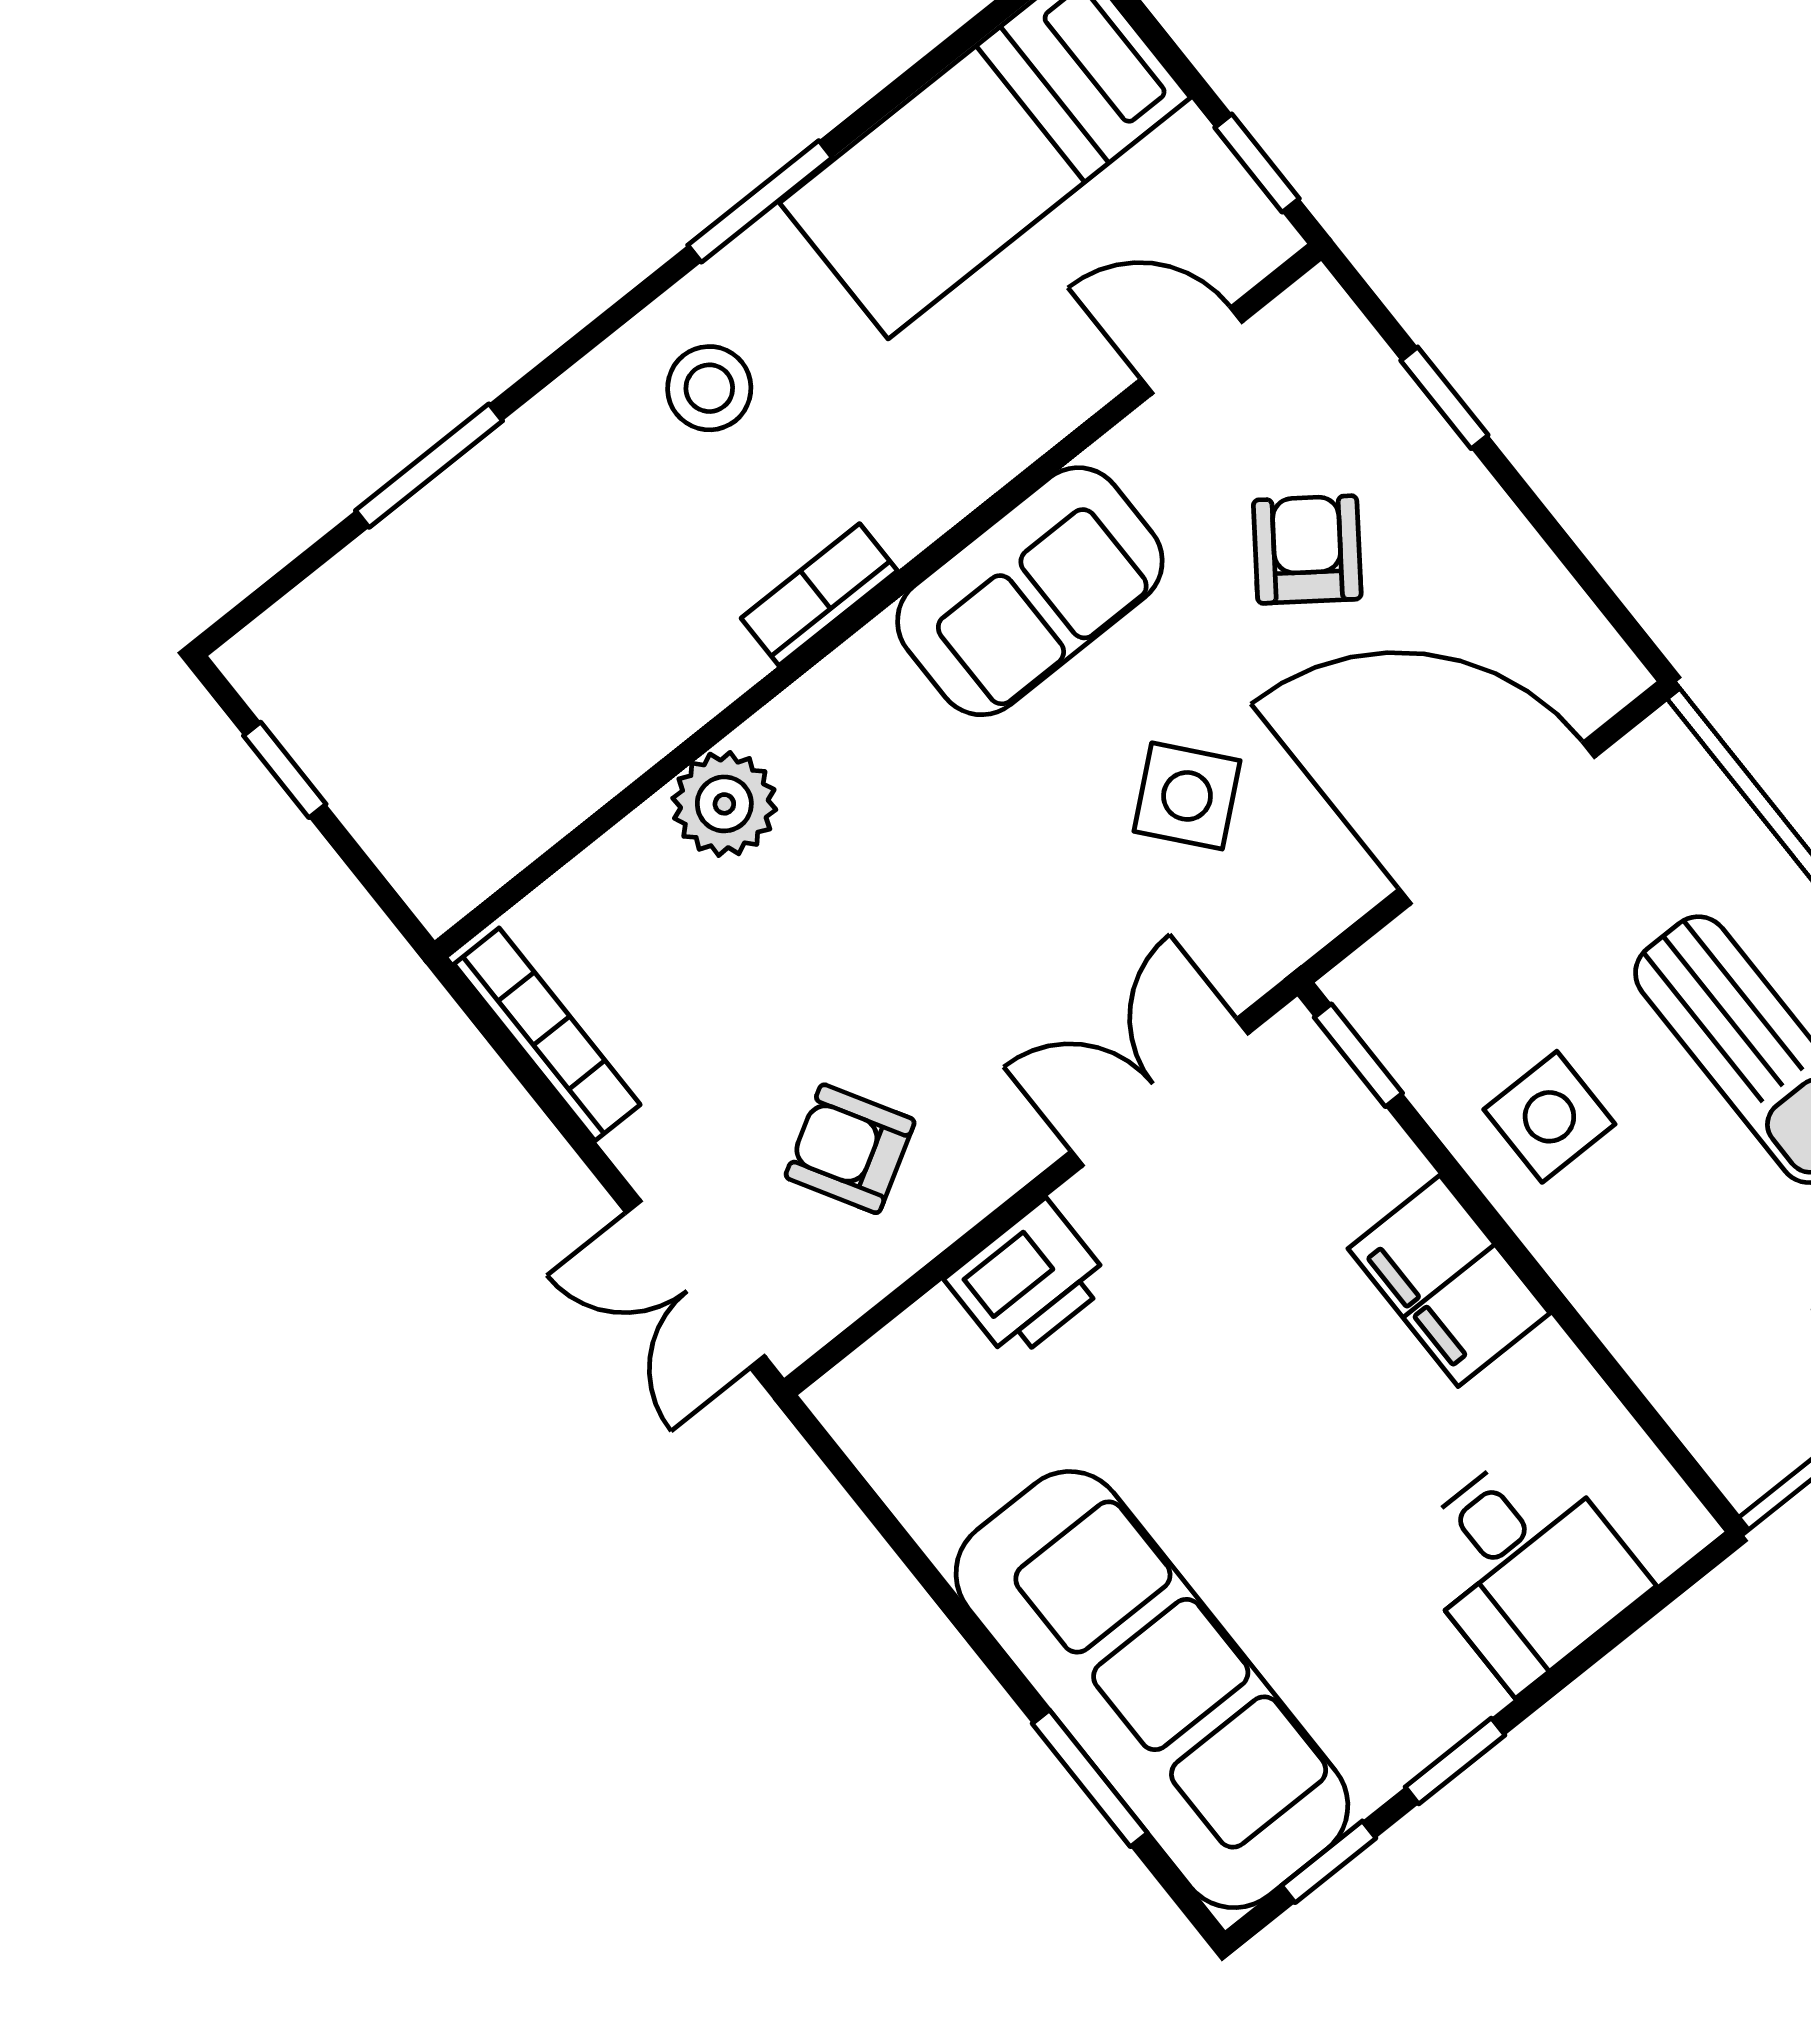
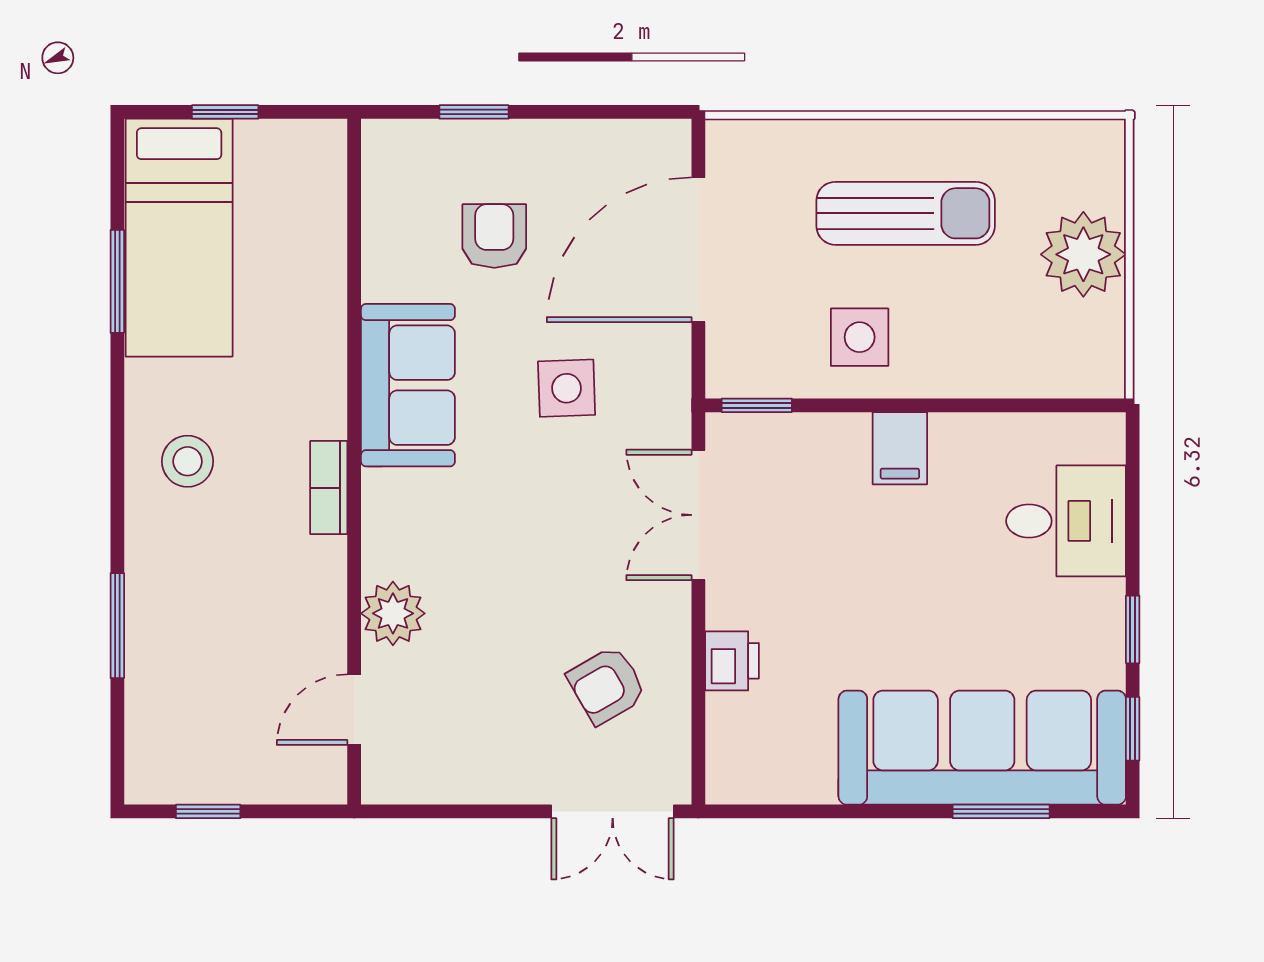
window: (1257, 163) -> (225, 112), moved
window: (760, 201) -> (117, 281), moved
door: (1191, 350) -> (354, 710), moved
armchair: (1307, 550) -> (494, 236), turned 54
side table: (1187, 796) -> (567, 388), turned 38
bookcase: (547, 1034) -> (436, 787), removed
printer: (1029, 1281) -> (732, 661), width x0.73, depth x0.81
filing cabinet: (1449, 1281) -> (900, 448), width x0.50

